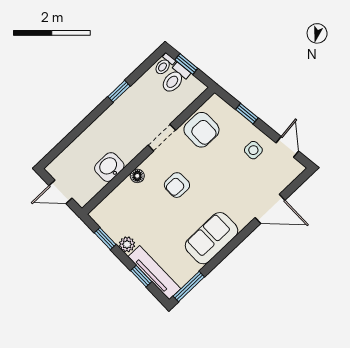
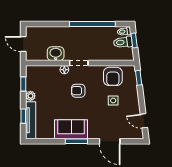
window: (119, 91) -> (92, 24), width x3.17
window: (247, 114) -> (139, 78), moved
doorway: (162, 138) -> (79, 63), moved
door: (287, 147) -> (144, 121), swing flipped
side table: (253, 150) -> (113, 101), moved
window: (189, 286) -> (76, 141), moved

